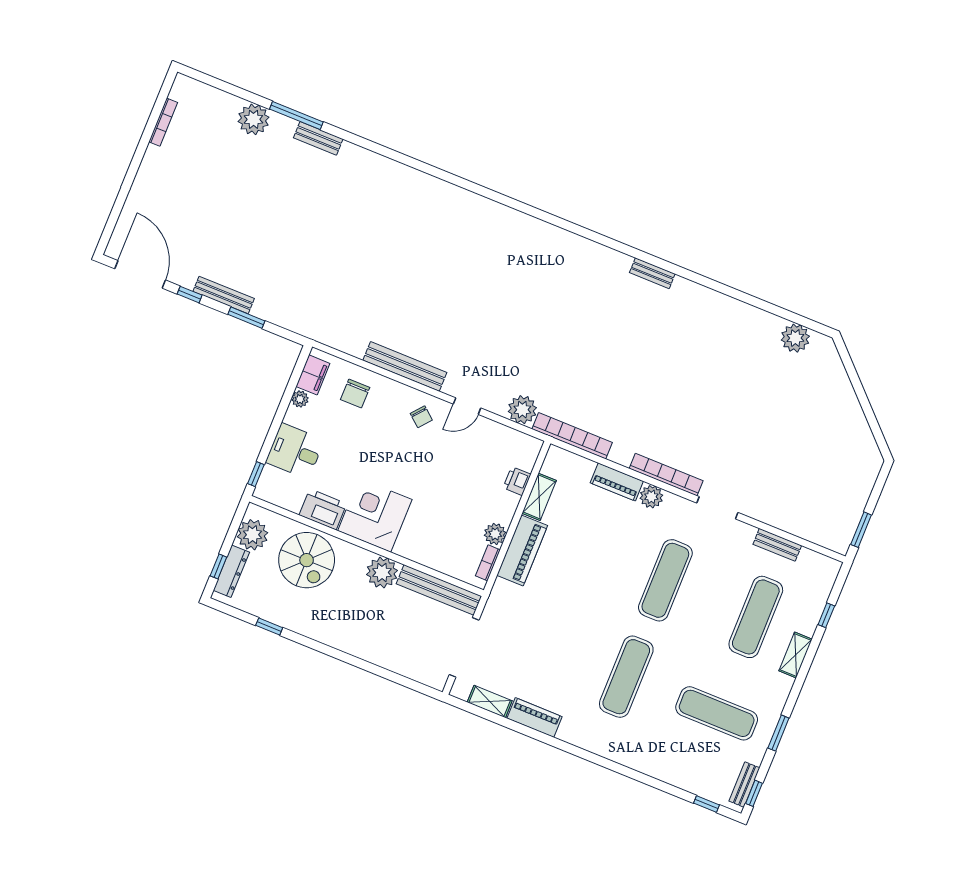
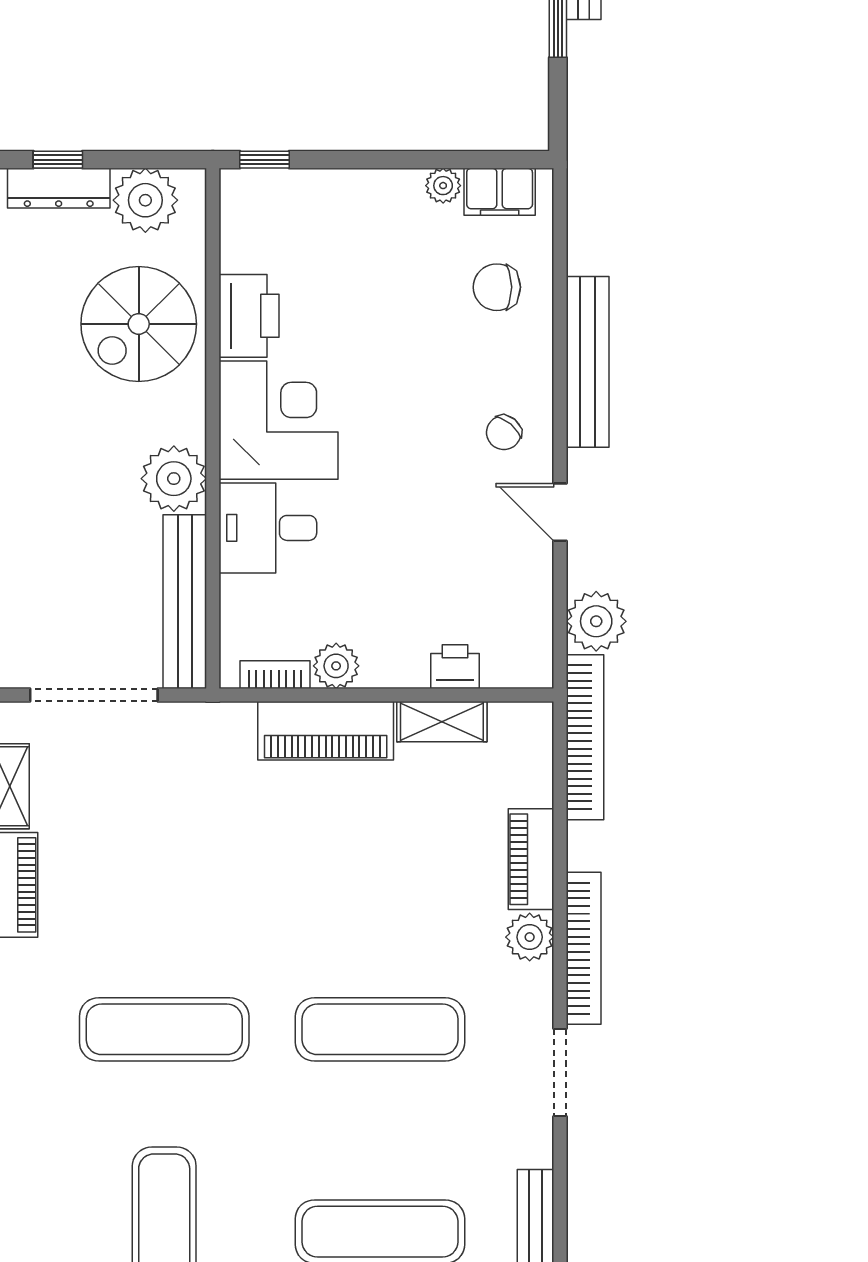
desk: (295, 451) -> (268, 528), moved, turned -90

